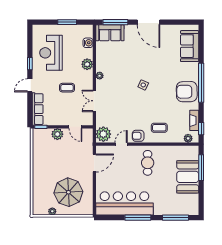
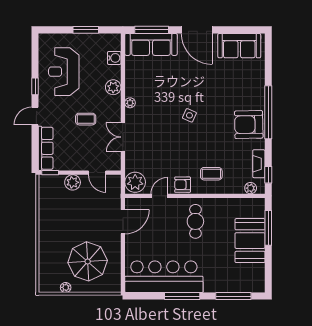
sofa: (110, 33) -> (151, 44), width x1.36
sofa: (190, 46) -> (239, 46), moved, turned -90

